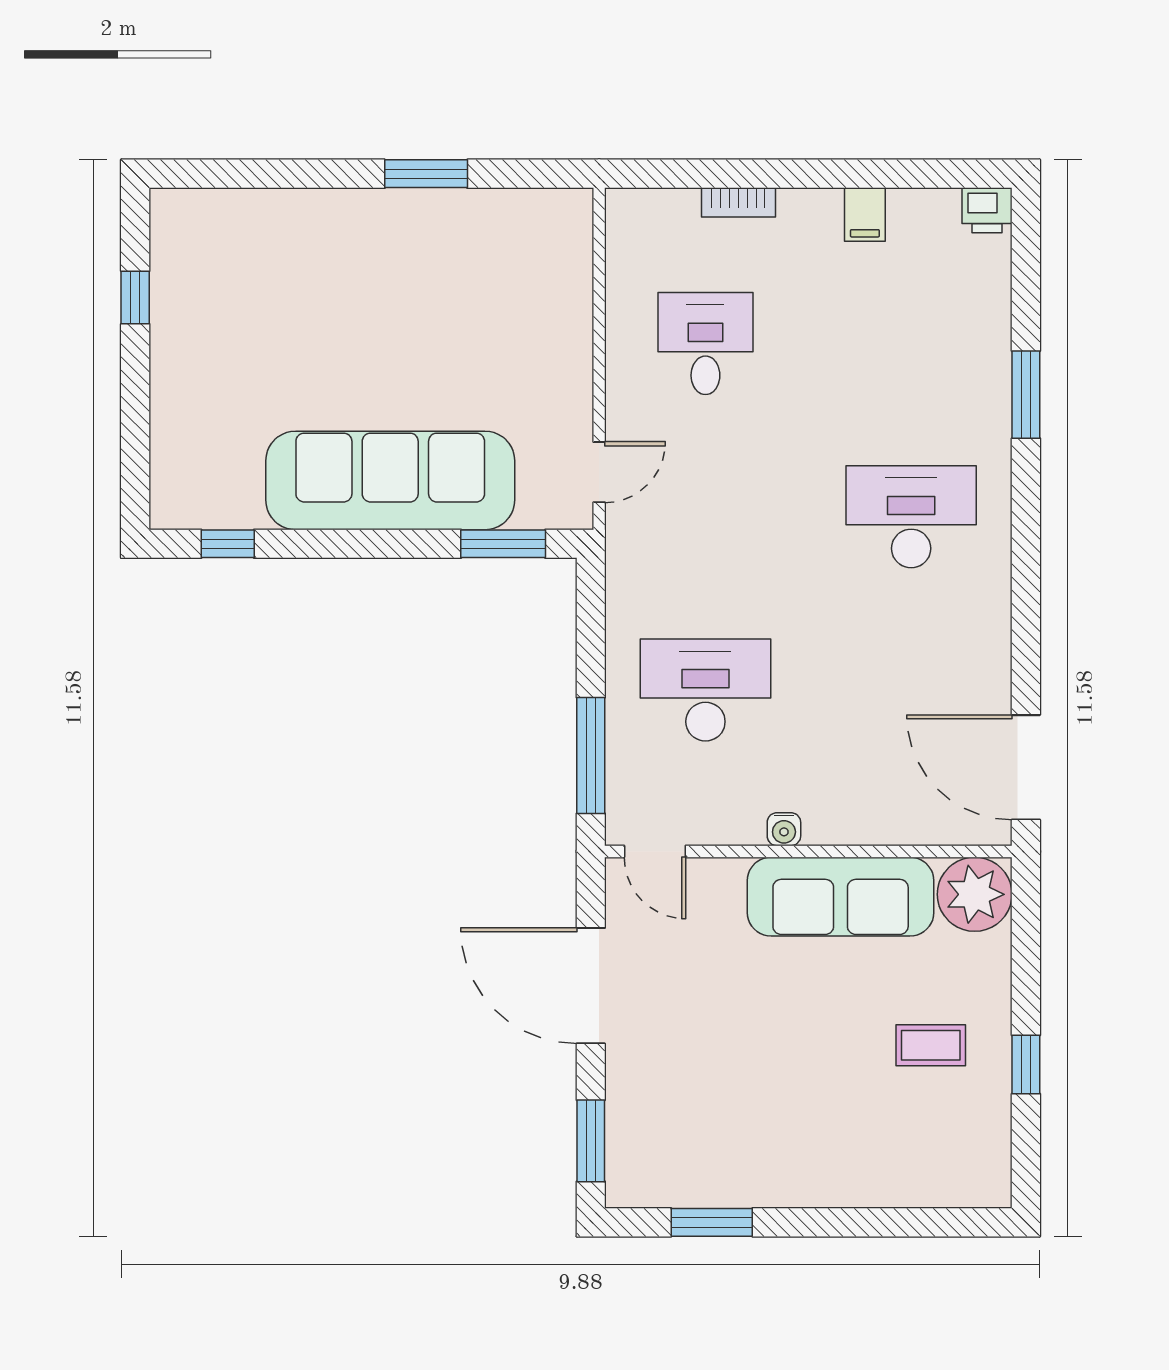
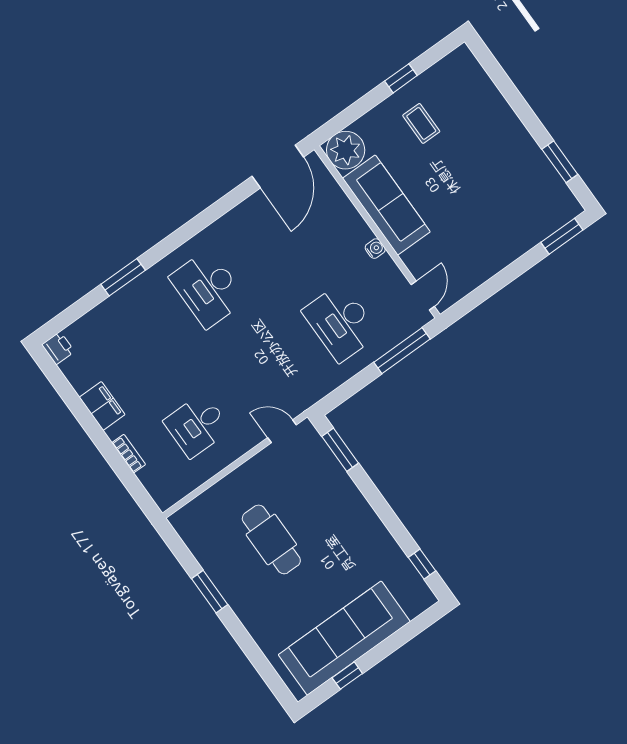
filing cabinet: (865, 214) -> (102, 406), width x2.00
cafe table: (439, 332) -> (271, 539), added
sofa: (390, 480) -> (344, 638), moved, turned 90
door: (591, 986) -> (498, 282), removed

